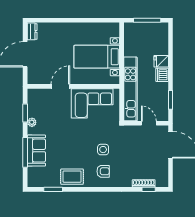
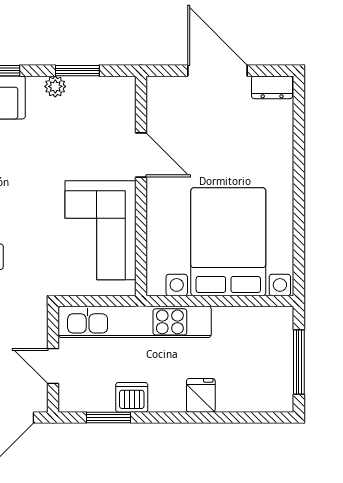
bed with nightstands: (97, 57) -> (228, 242), width x1.36
dishwasher: (162, 75) -> (132, 397), moved
door: (149, 123) -> (53, 366), swing flipped

